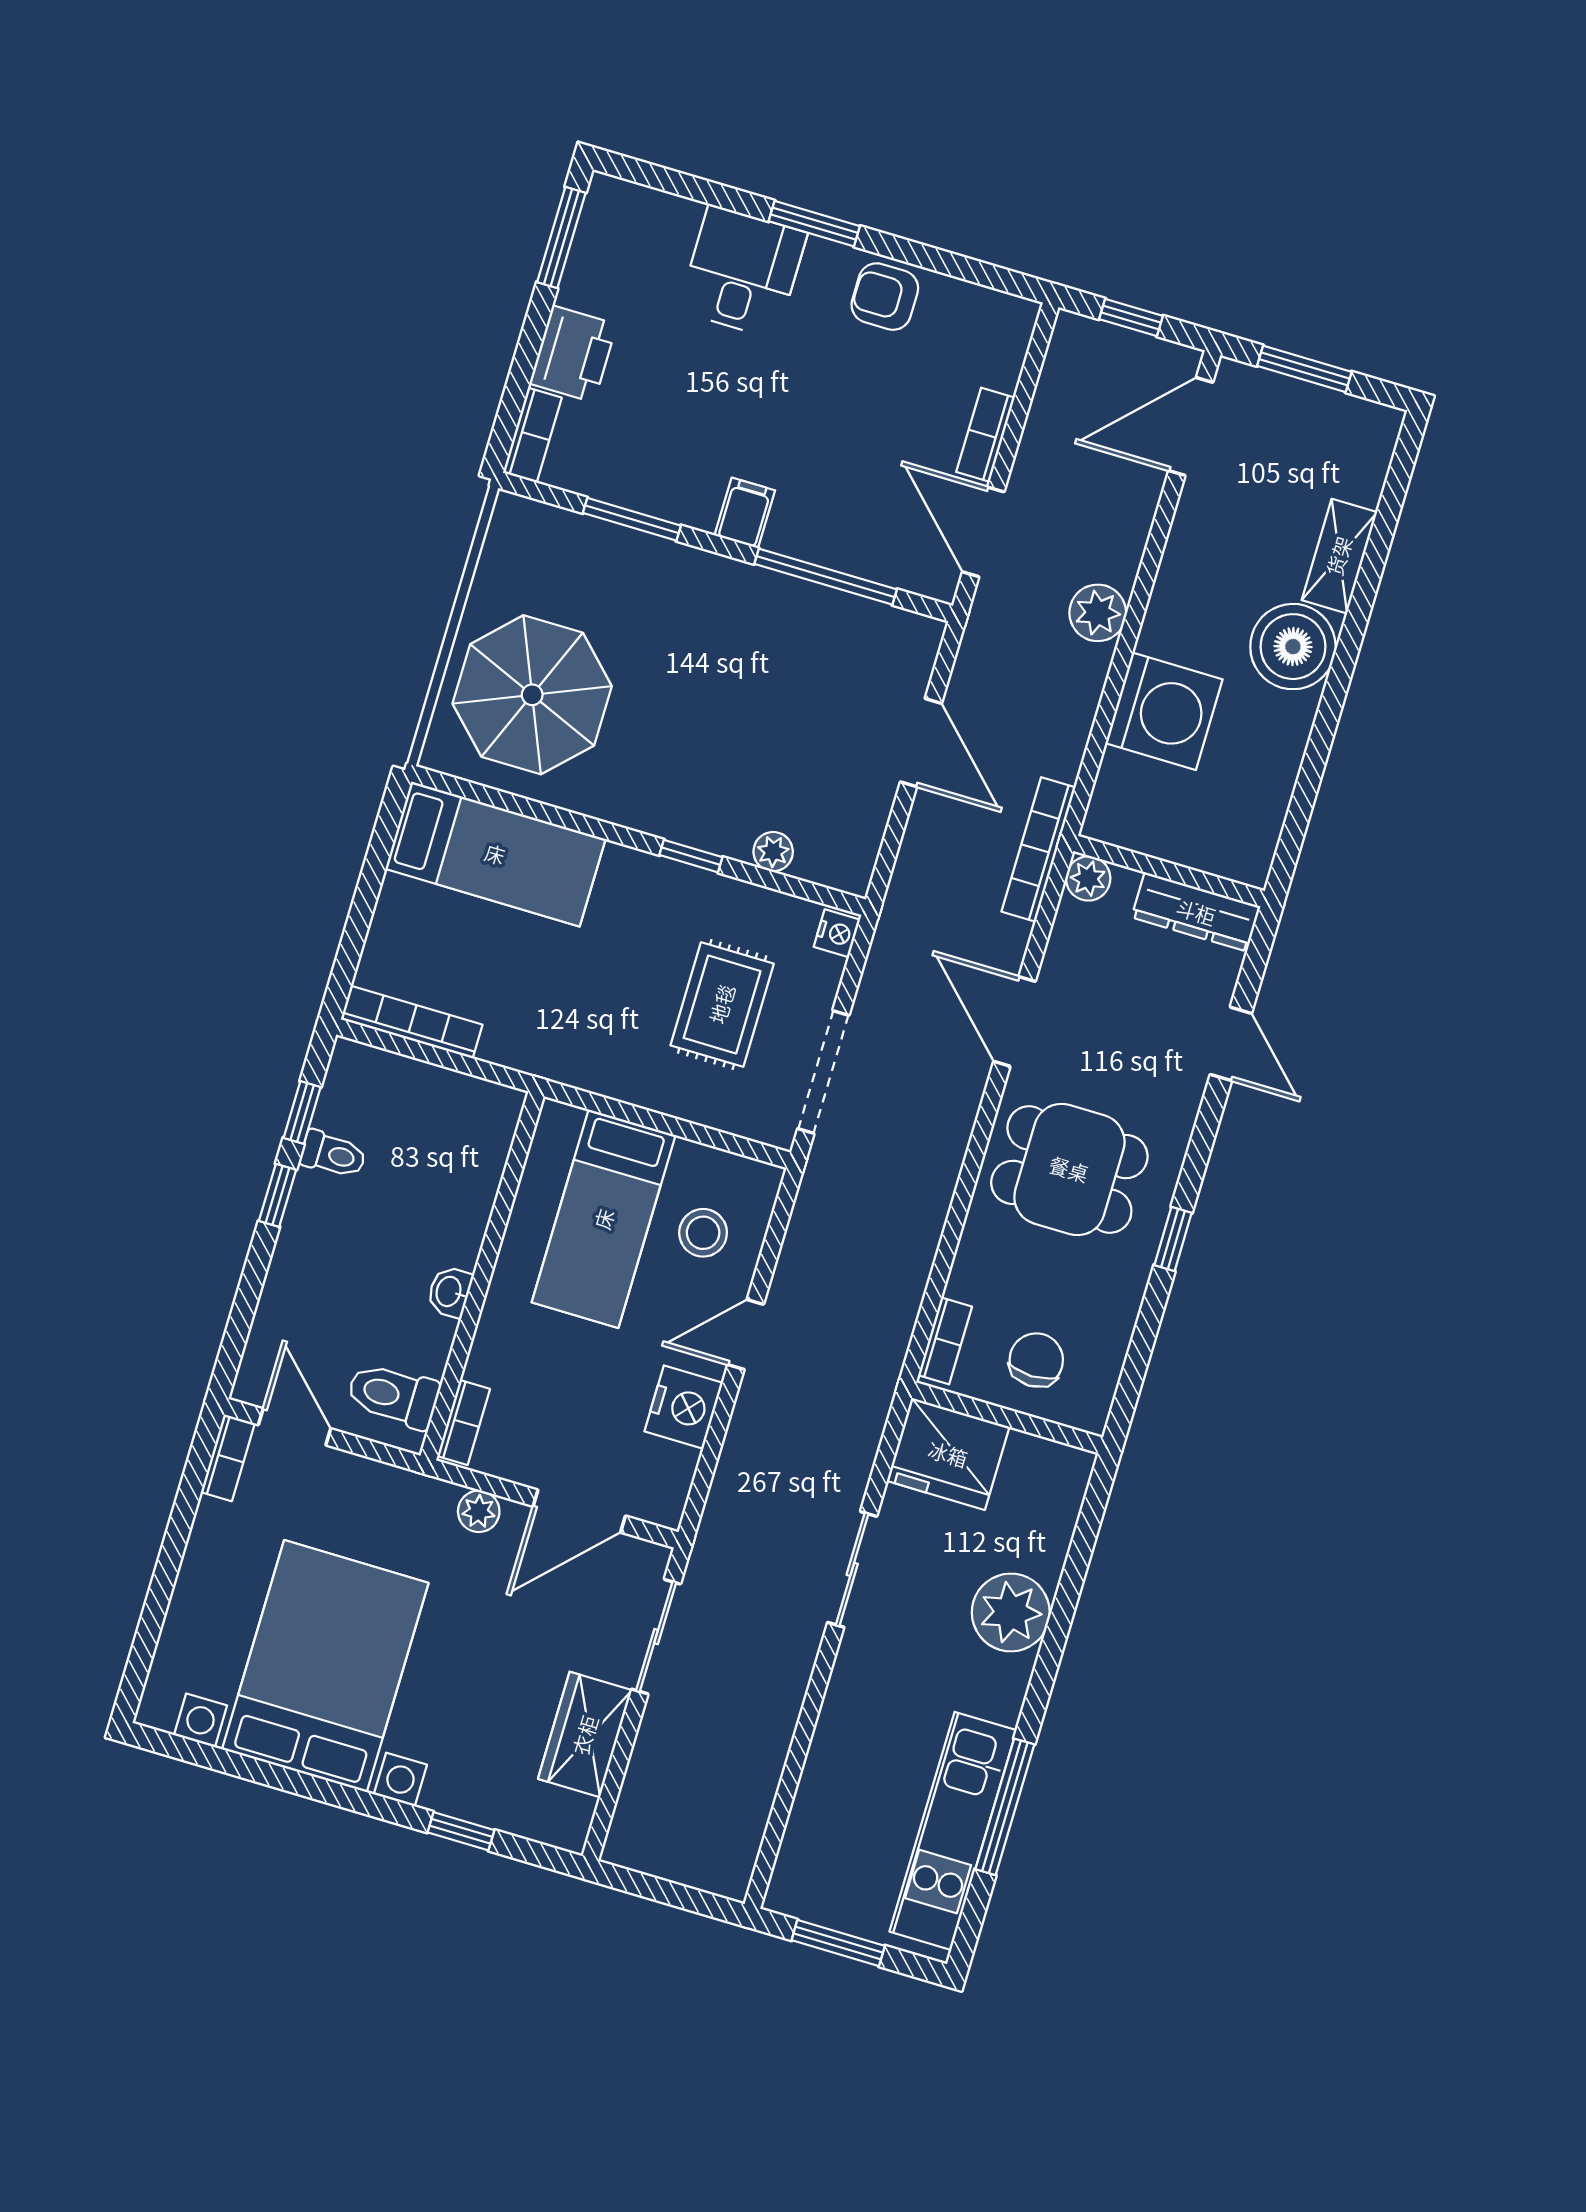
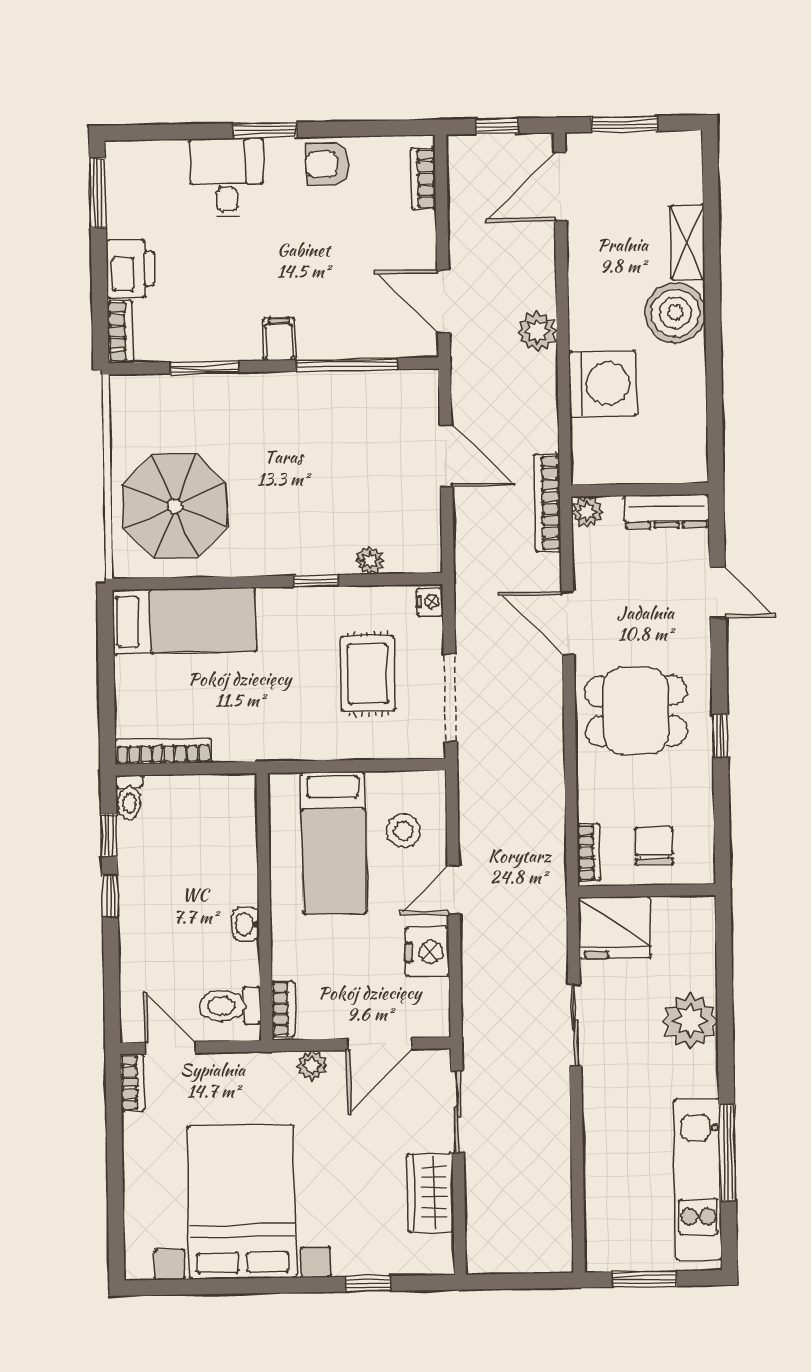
bookcase: (985, 435) -> (423, 179), moved
toilet: (333, 1154) -> (129, 797), moved, turned 90

